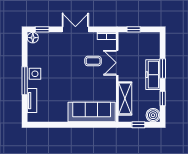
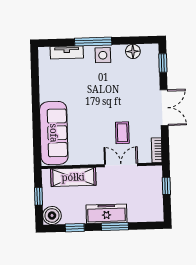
floor lamp: (33, 38) -> (133, 51), moved

